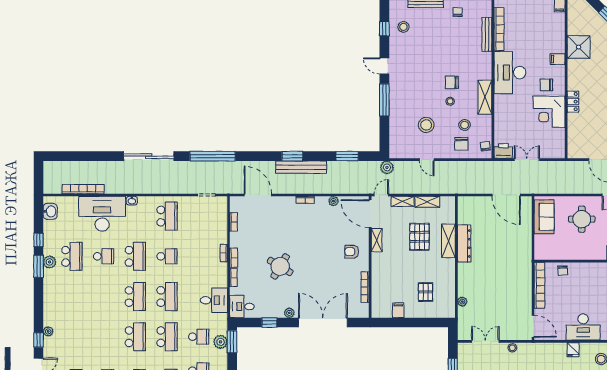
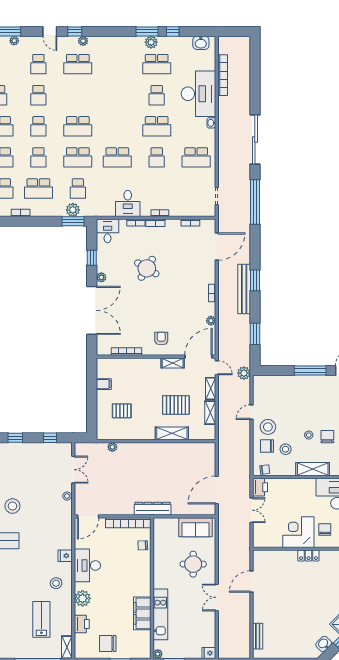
stool: (426, 125) -> (268, 427), moved
dresser: (464, 243) -> (153, 509), moved, turned 180
school desk: (135, 297) -> (78, 64), moved
desk: (214, 300) -> (128, 203), moved

